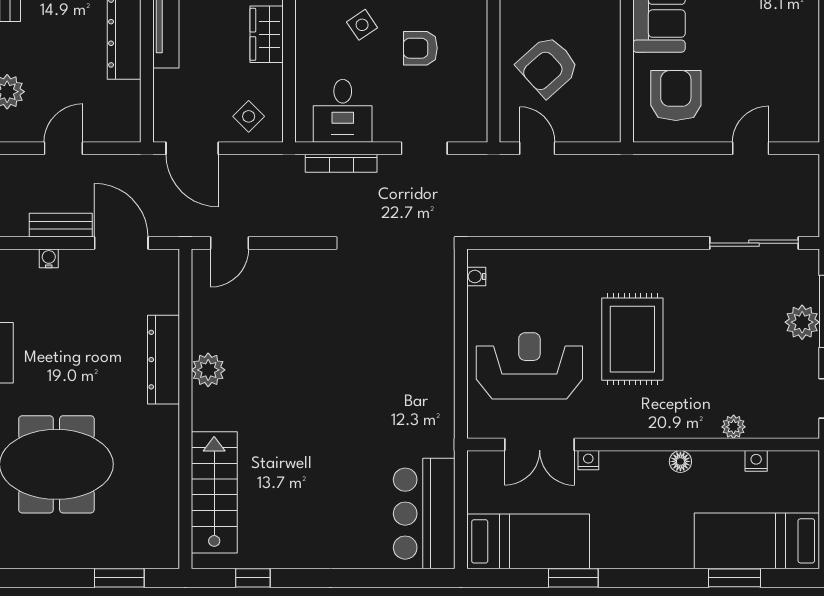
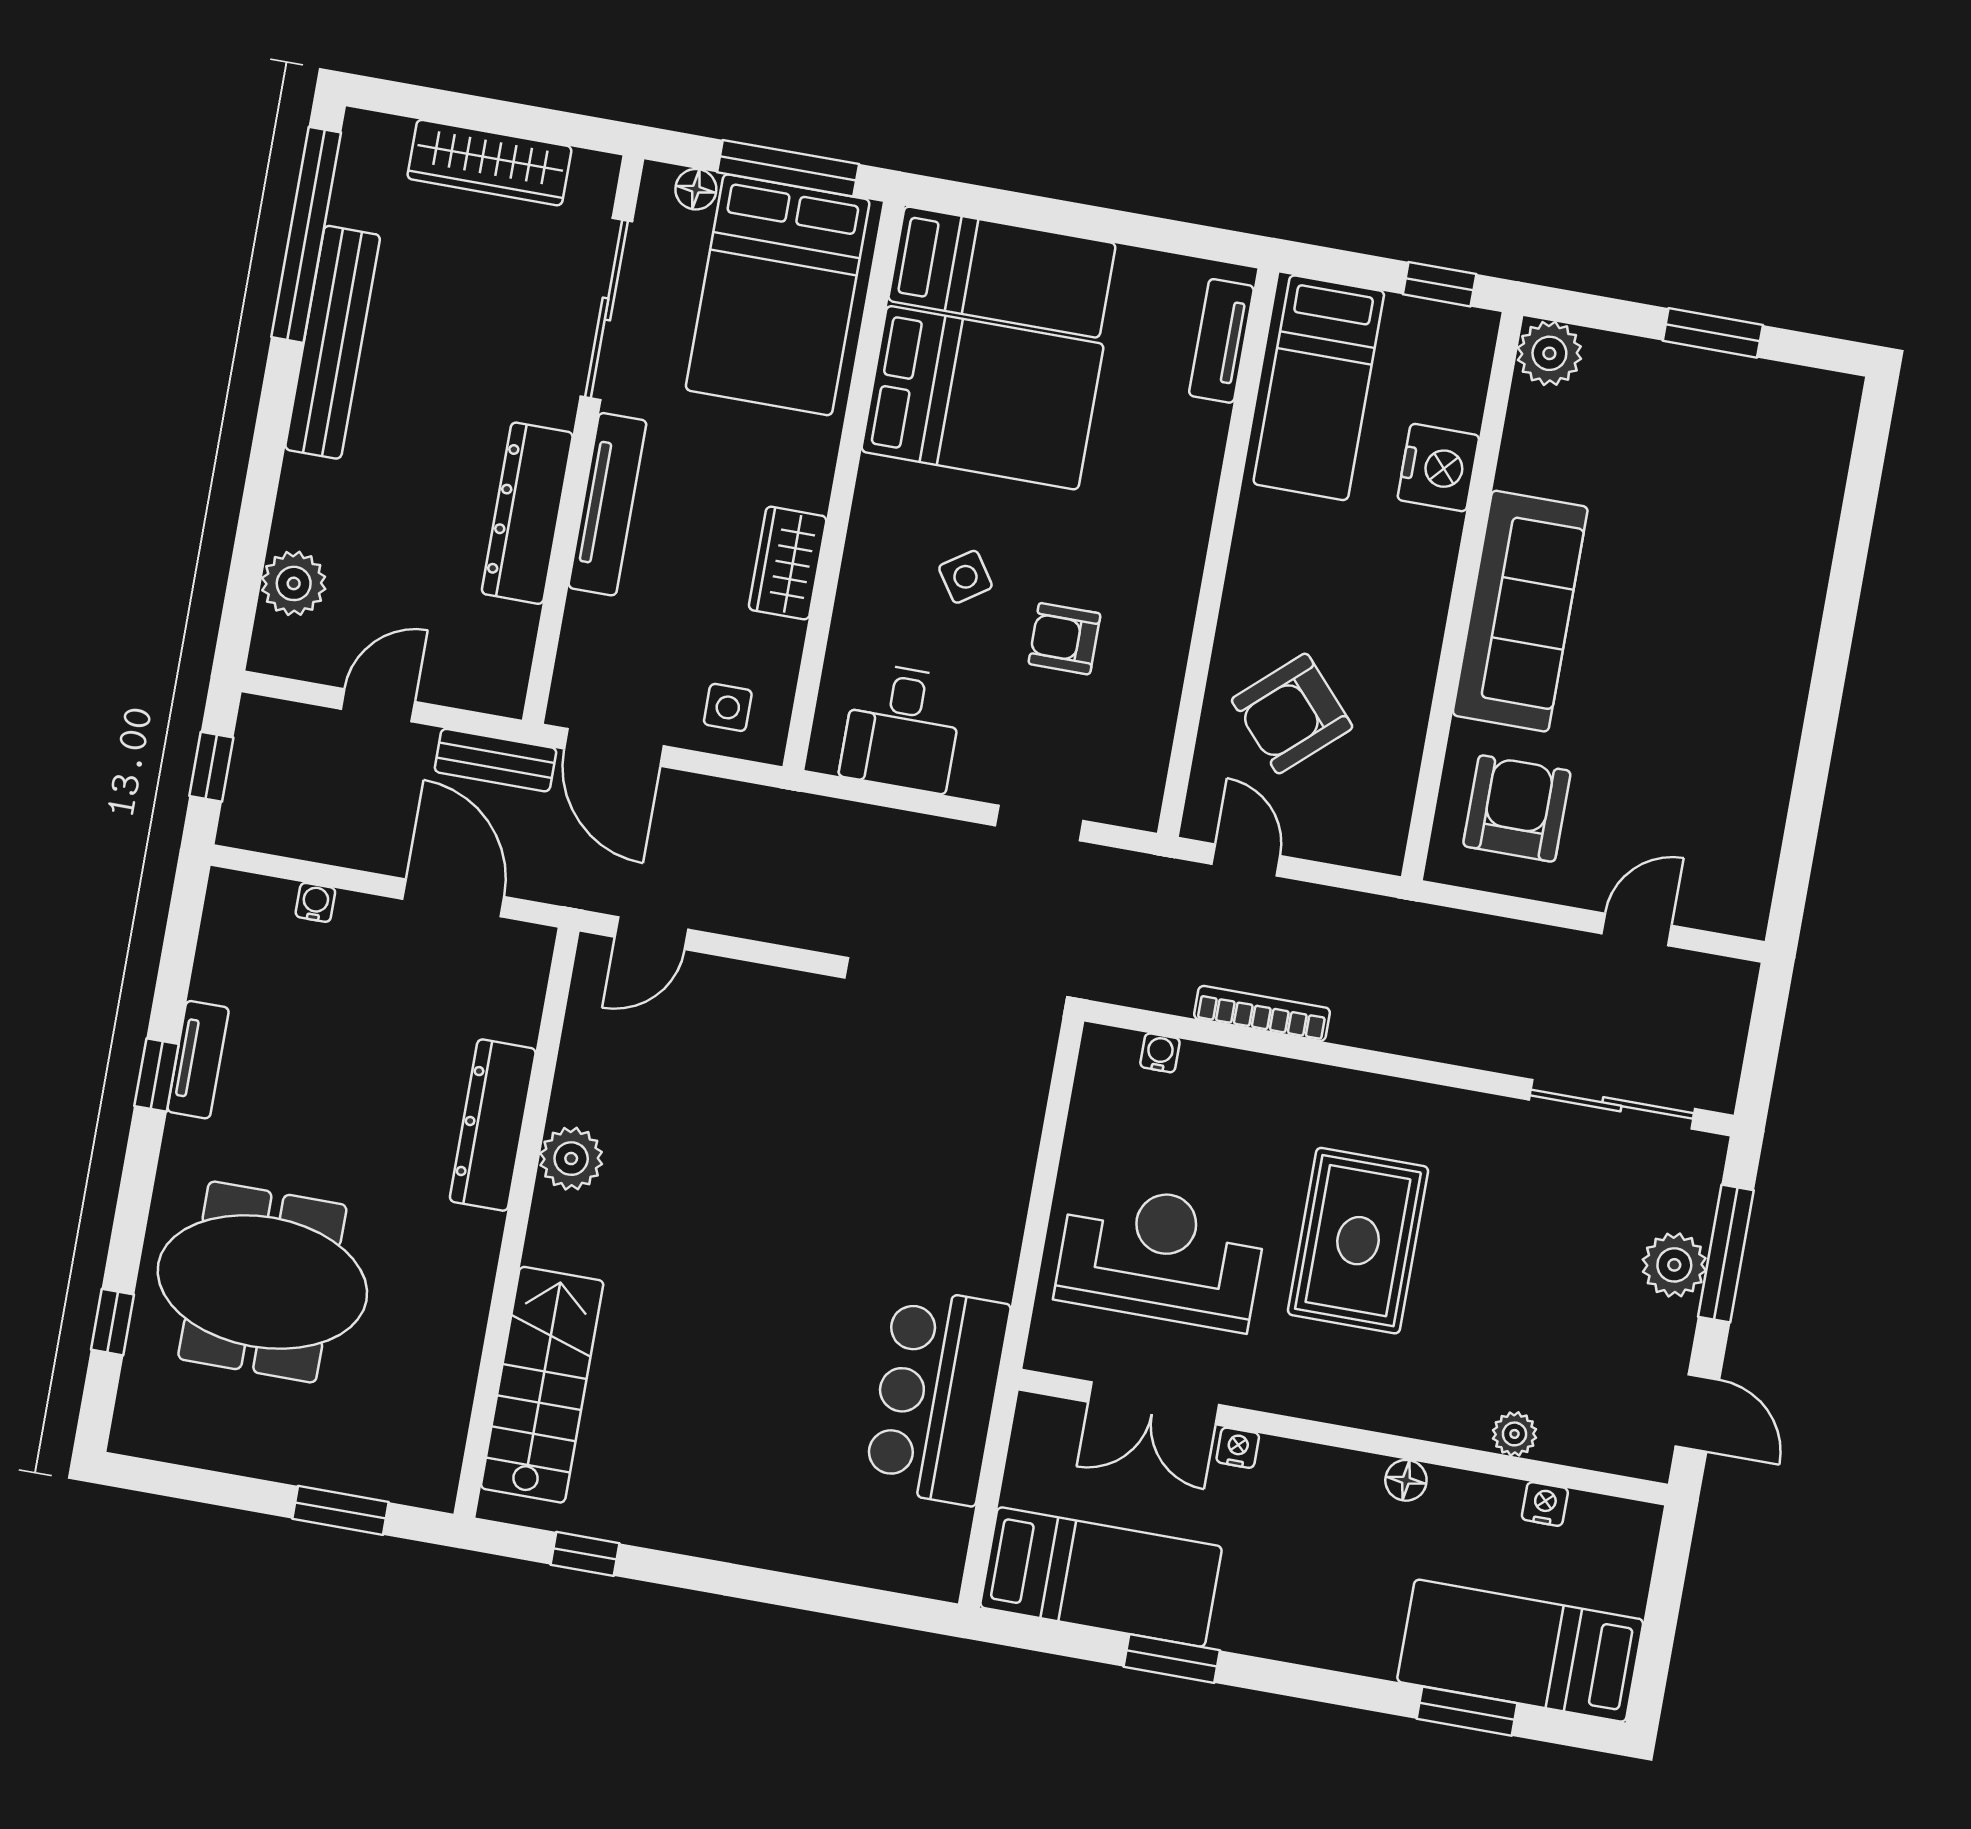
side table: (249, 116) -> (728, 707), turned 45
bookcase: (341, 163) -> (1262, 1013), moved, turned 180
bench: (61, 225) -> (495, 760), moved
water cooler: (476, 277) -> (1160, 1053), moved, turned 90
bar counter: (424, 514) -> (937, 1396), moved

